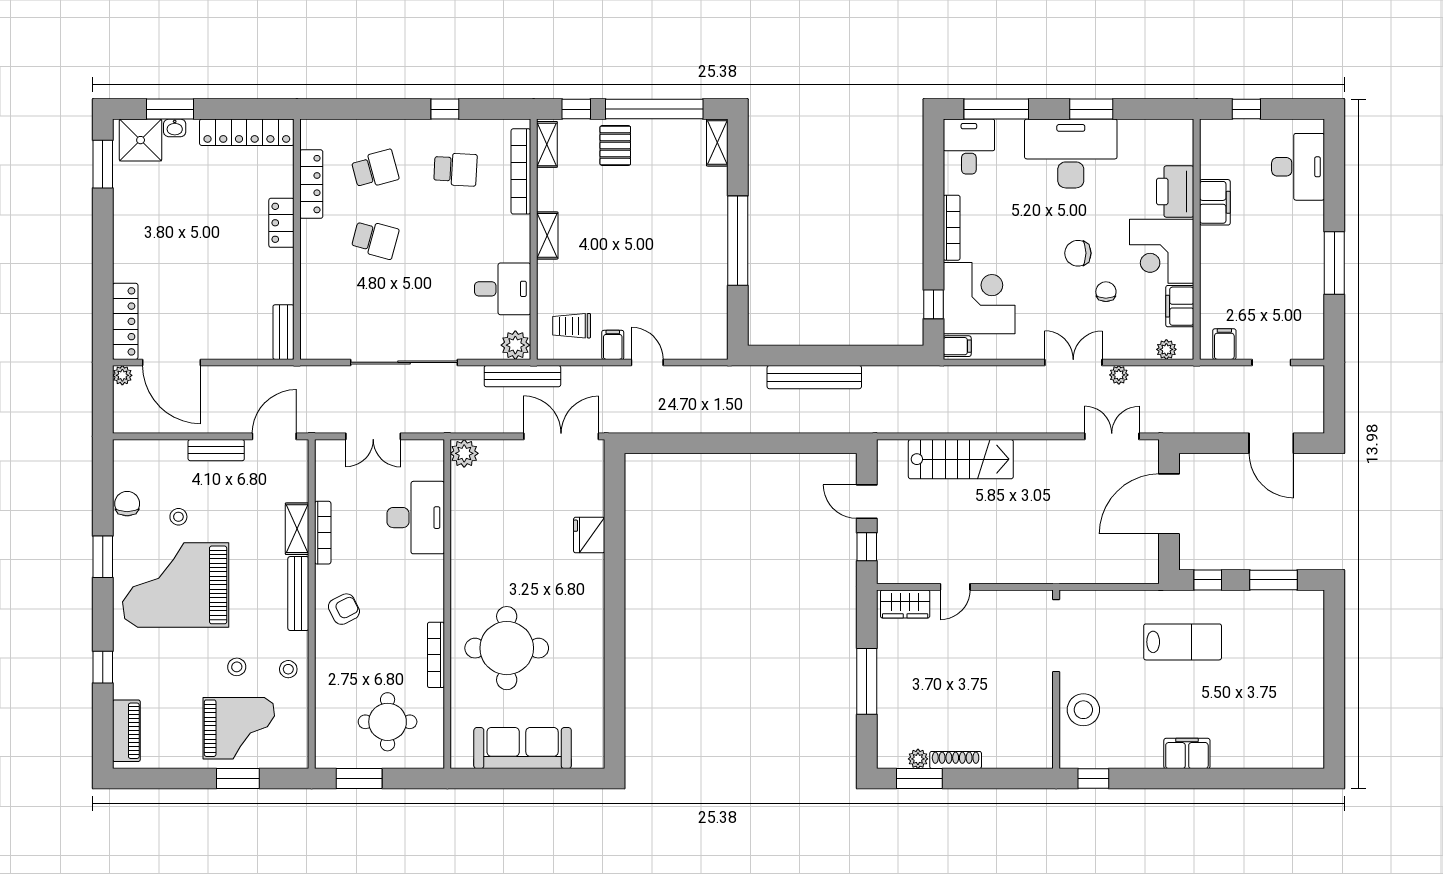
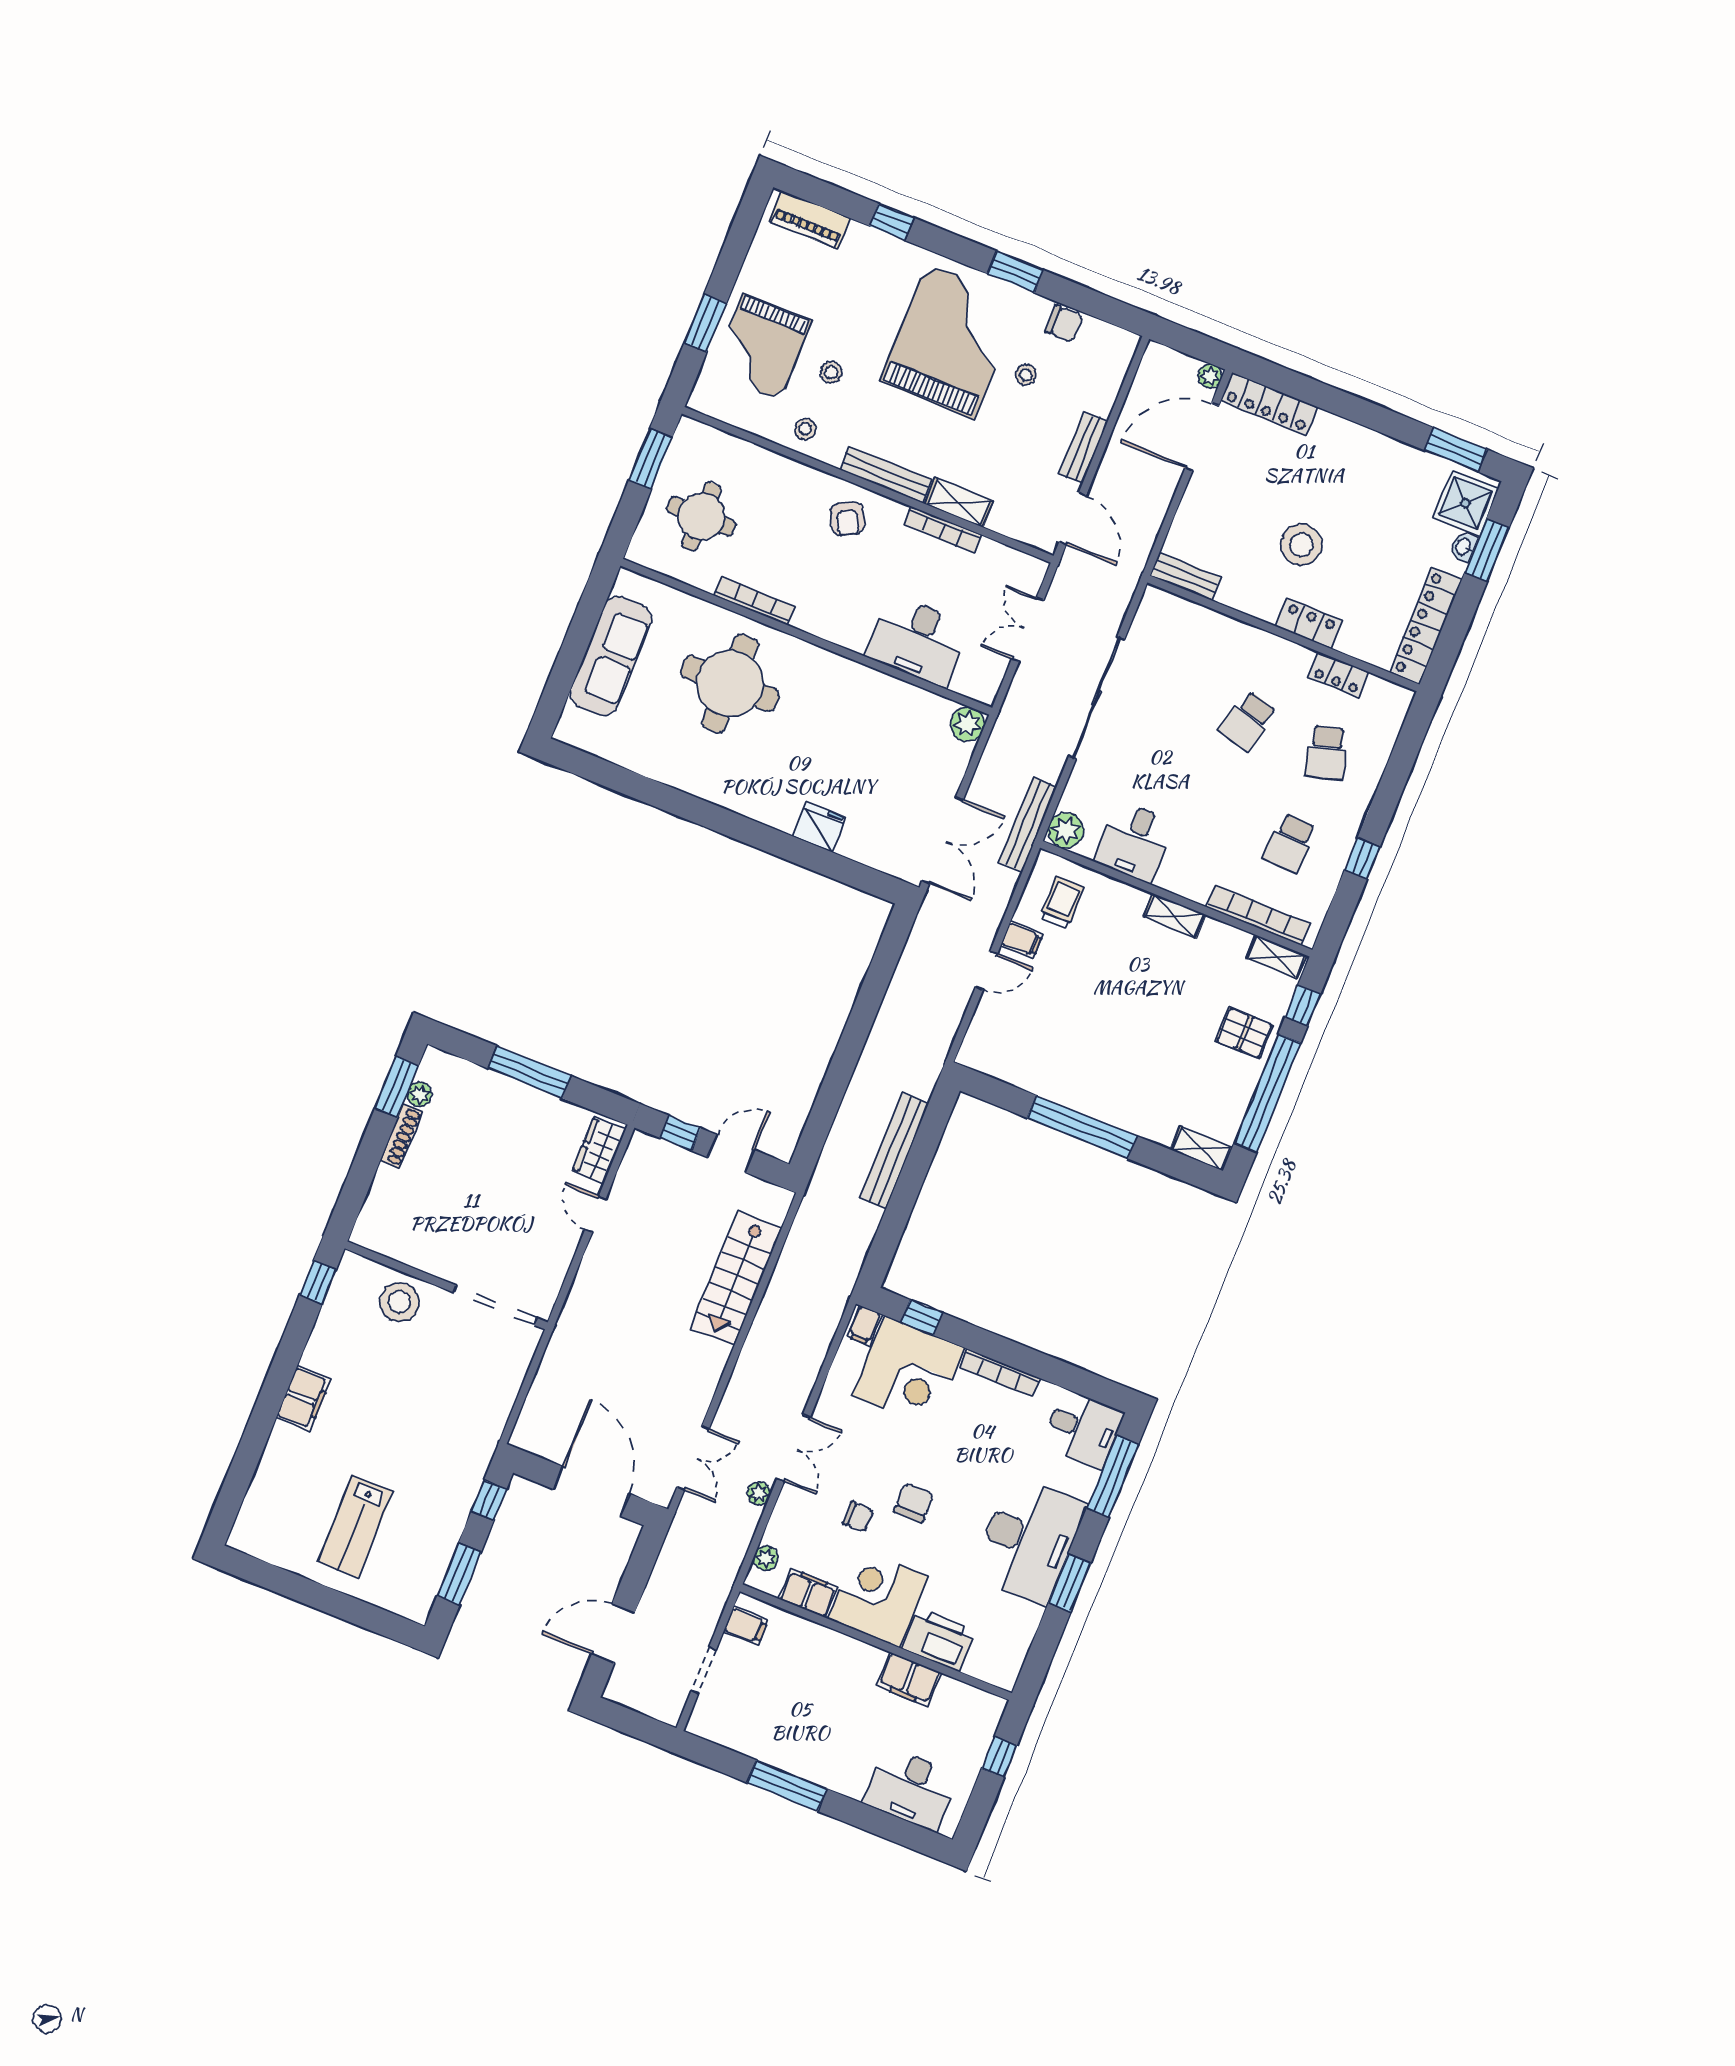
locker: (311, 184) -> (1339, 675), width x0.66
stool: (223, 253) -> (1301, 545), added
lab bench: (1183, 642) -> (355, 1527), moved

